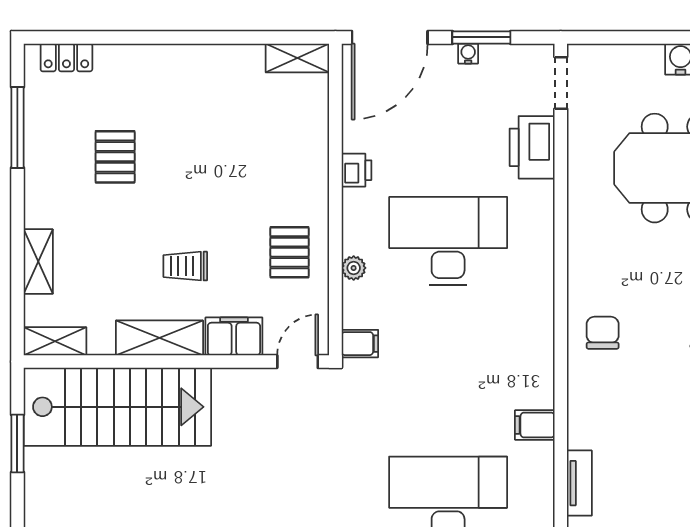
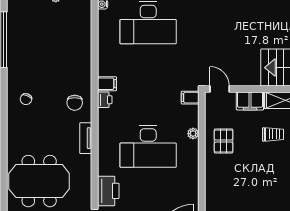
printer: (357, 170) -> (105, 100), moved, turned 180
door: (298, 362) -> (220, 89), swing flipped
filing cabinet: (535, 425) -> (107, 84), moved
tv unit: (579, 483) -> (86, 138), moved

